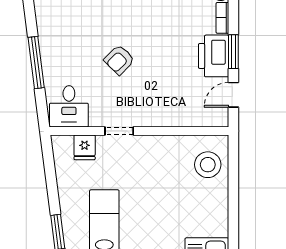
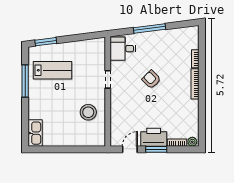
door: (233, 95) -> (130, 149), hinge flipped
fridge: (85, 147) -> (98, 58), removed
stool: (208, 165) -> (88, 112), moved

